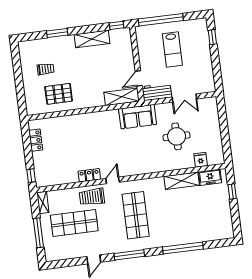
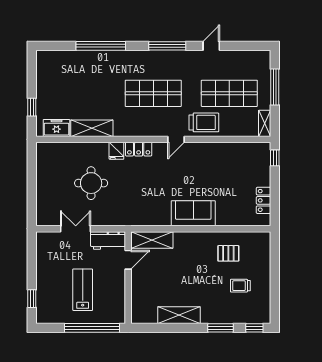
window: (117, 25) -> (254, 328), moved
pallet: (59, 94) -> (228, 253), width x0.67, depth x0.71
sofa: (138, 117) -> (193, 213), moved
fridge: (201, 160) -> (116, 151), moved
locker: (89, 175) -> (139, 149), moved
shop shelf: (136, 215) -> (153, 93), turned 90

